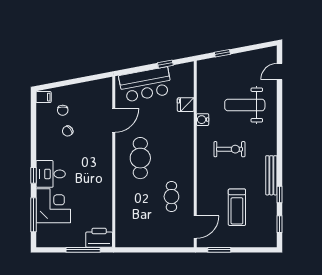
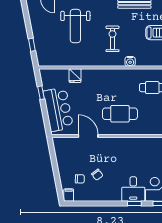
water cooler: (203, 120) -> (130, 61), moved

